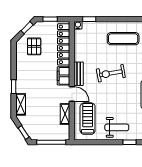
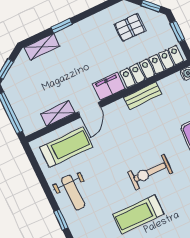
exercise bike: (111, 73) -> (150, 172), moved, turned -80
bench: (79, 74) -> (143, 96), moved

